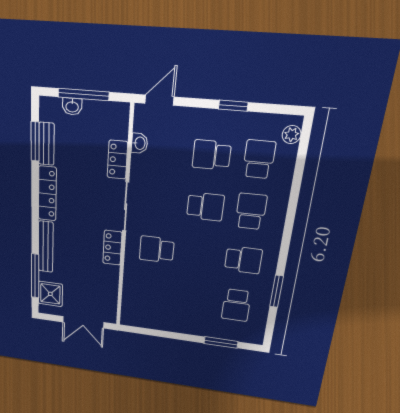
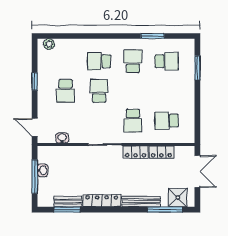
washbasin: (72, 106) -> (43, 170), moved
school desk: (259, 159) -> (167, 121), moved
locker: (117, 160) -> (161, 152), moved

